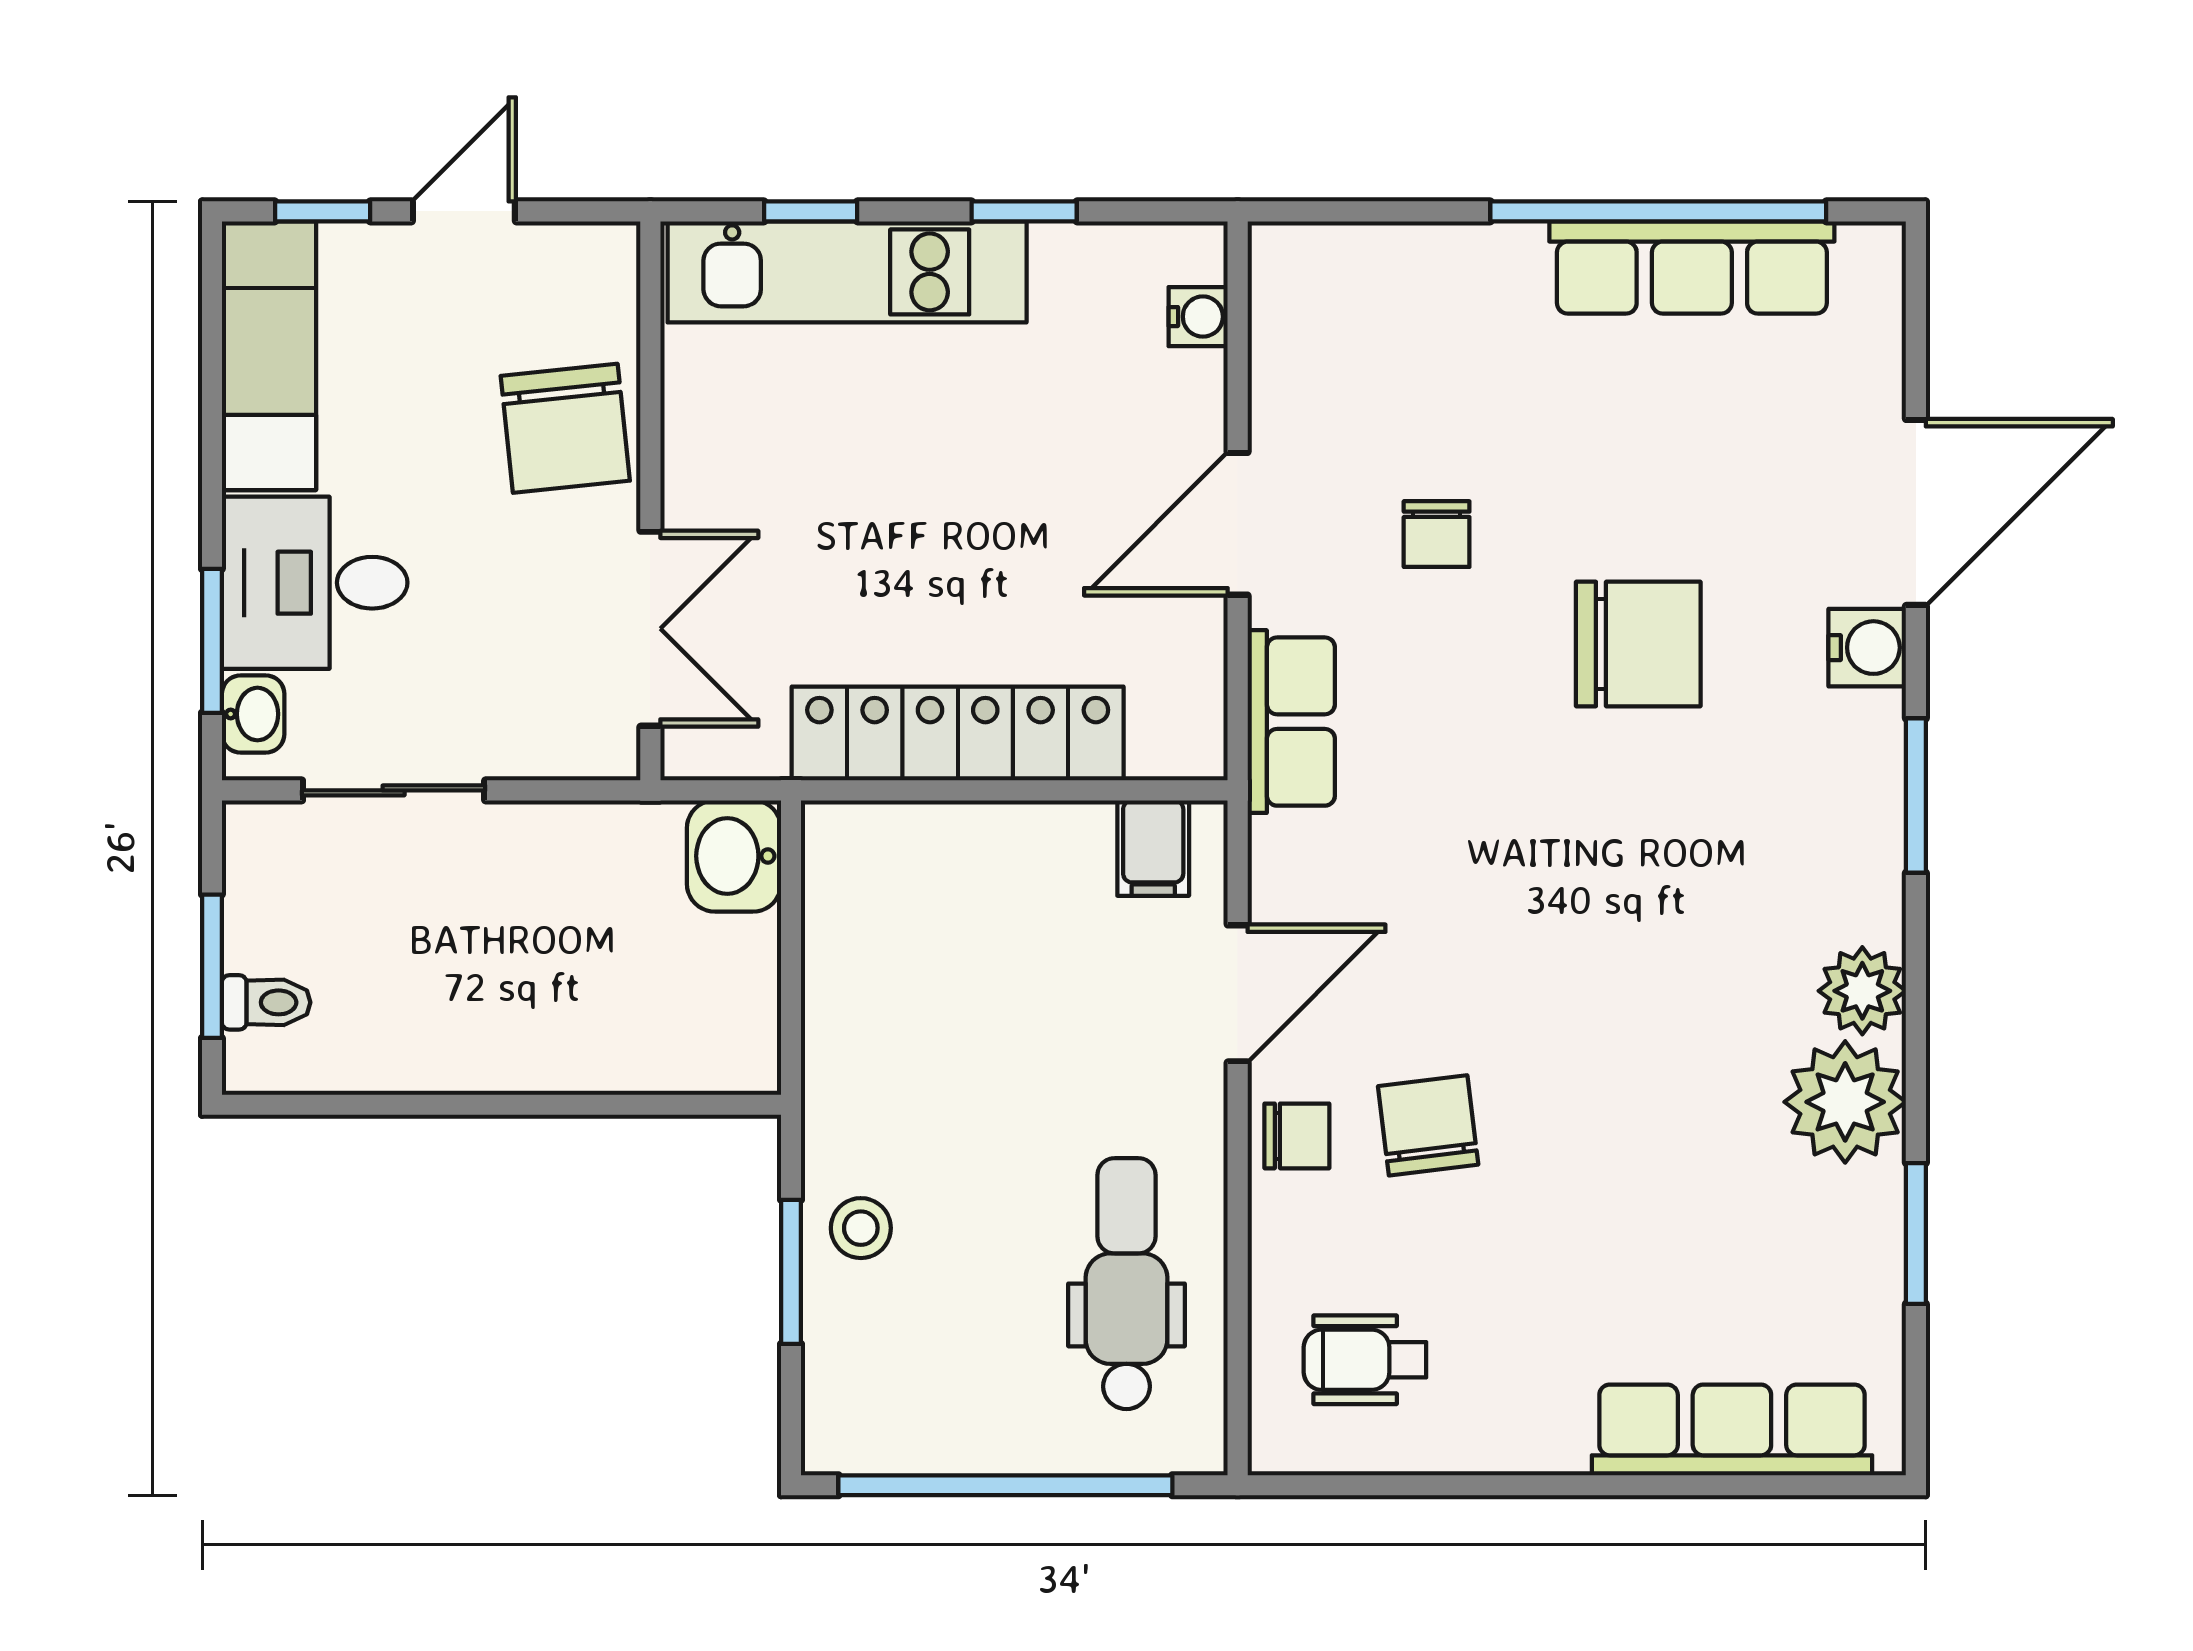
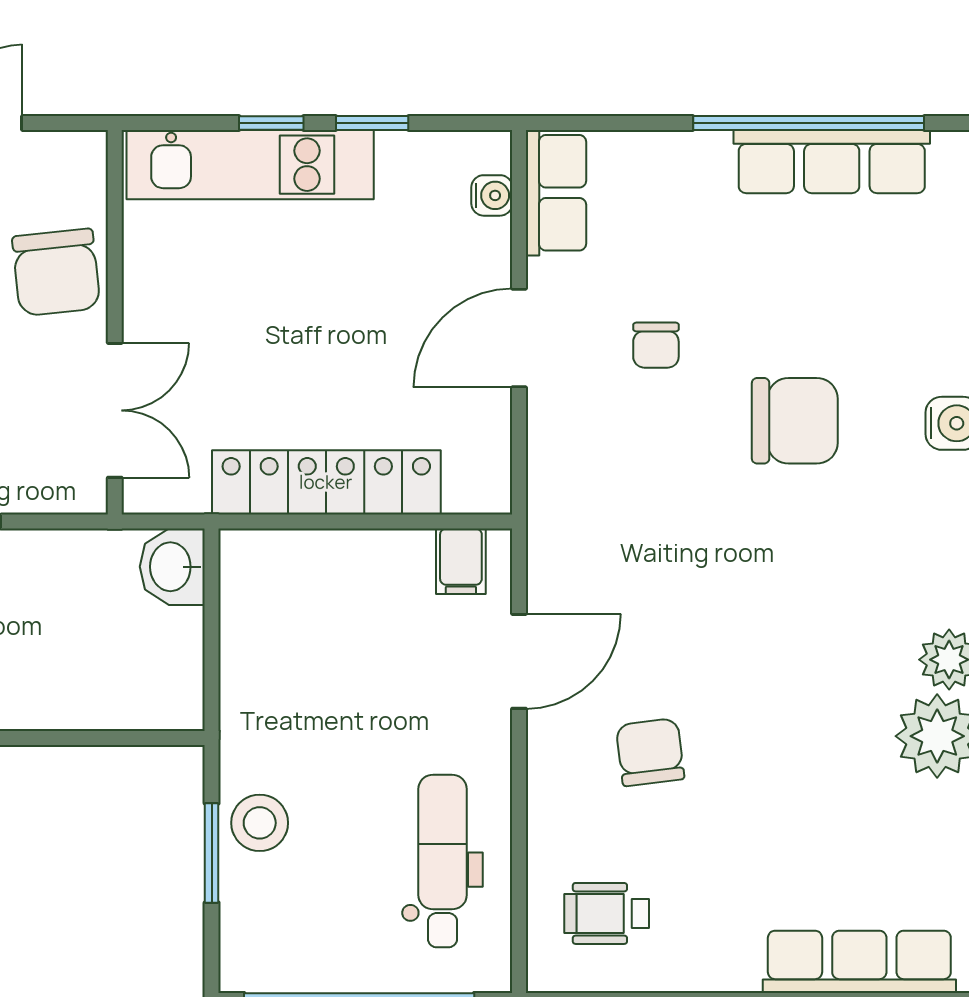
window: (811, 211) -> (271, 123), moved
row of seats: (1291, 722) -> (556, 193), moved
chair: (1297, 1136) -> (560, 759), removed
stool: (861, 1228) -> (260, 823), width x1.37, depth x1.37

